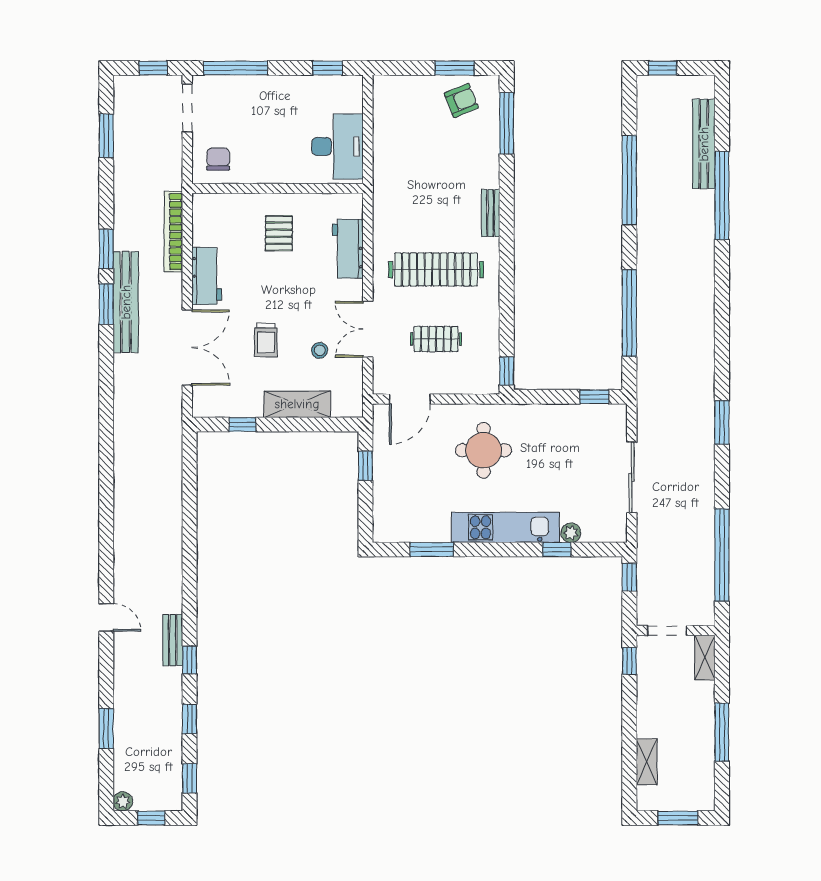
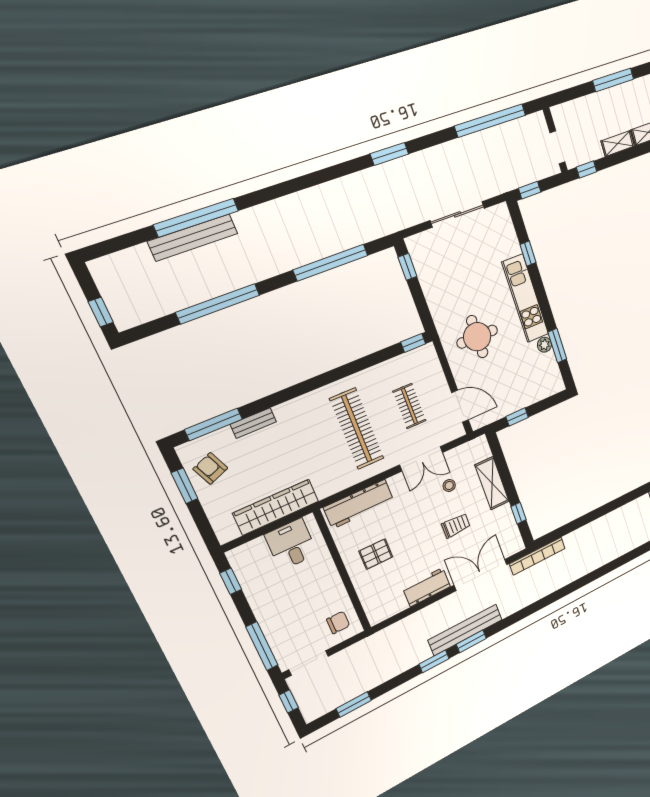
bench: (704, 144) -> (193, 237), moved
desk: (338, 146) -> (291, 544), width x0.73
wardrobe: (388, 148) -> (276, 507), added
chair: (218, 159) -> (338, 622), turned 180
bench: (491, 213) -> (253, 423), moved
bookcase: (173, 232) -> (537, 556), moved
workbench: (348, 249) -> (359, 504), width x1.37
plant: (571, 533) -> (544, 345), moved
shelving: (705, 658) -> (618, 144), moved

